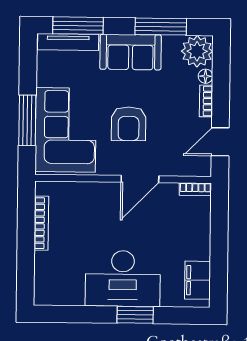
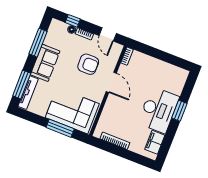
plant: (197, 51) -> (57, 29), removed
window: (221, 72) -> (73, 21), added
armchair: (129, 124) -> (88, 64), moved
filing cabinet: (197, 280) -> (155, 142), moved, turned 90

